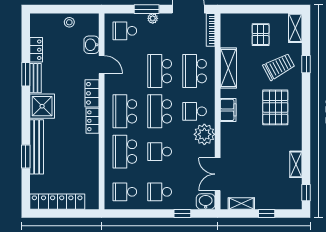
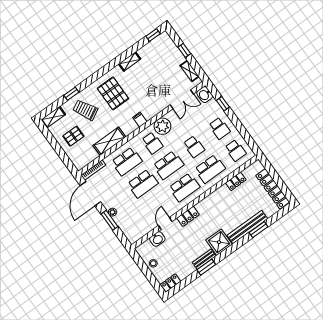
school desk: (125, 31) -> (133, 224), removed
locker: (36, 50) -> (171, 283), moved
pallet: (275, 107) -> (113, 93), turned 90
filing cabinet: (228, 110) -> (140, 120), width x0.50
locker: (93, 121) -> (236, 181), moved
shelving: (296, 164) -> (130, 61), moved

